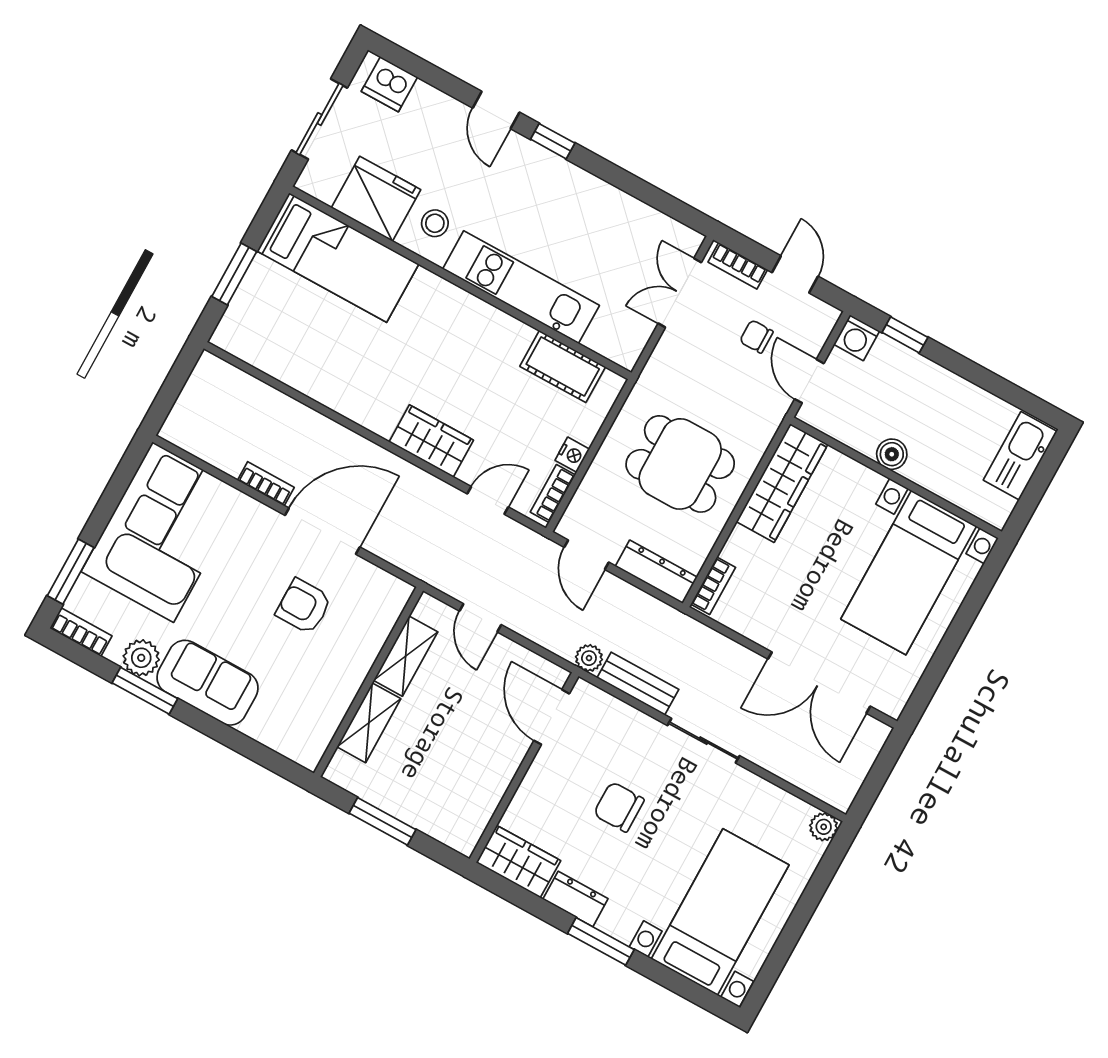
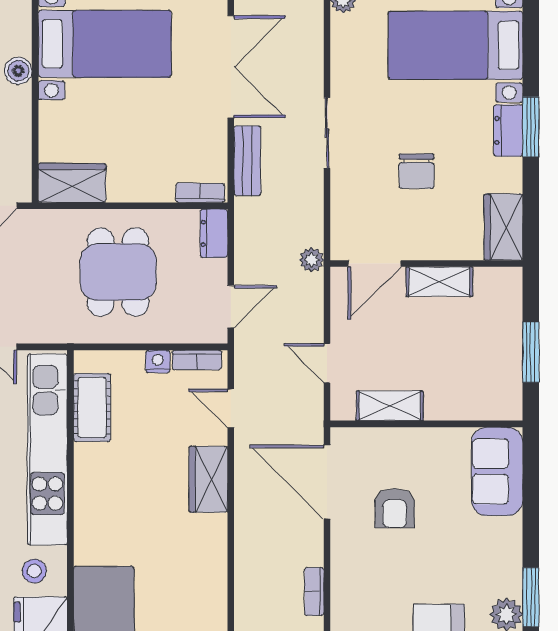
kitchen unit: (521, 287) -> (47, 450), width x1.36
boiler: (892, 454) -> (18, 71), moved
wardrobe: (782, 483) -> (72, 183), width x0.67
door: (322, 531) -> (327, 482), moved
dresser: (656, 572) -> (214, 233), width x0.70
door: (480, 618) -> (327, 363), swing flipped
sofa: (207, 683) -> (497, 471), moved
bench: (638, 684) -> (247, 161), moved
shelving: (369, 723) -> (439, 282), moved
dresser: (575, 899) -> (508, 131), moved

